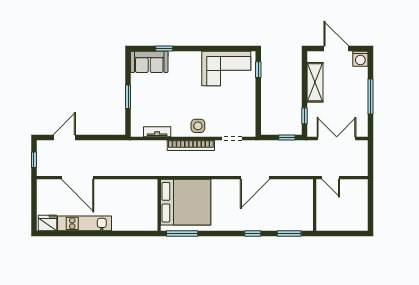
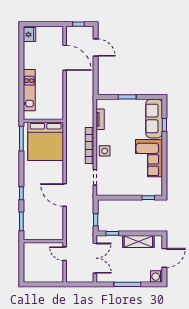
sofa: (149, 62) -> (154, 118), width x1.36
corner sofa: (226, 69) -> (149, 158), moved
door: (78, 178) -> (65, 58), swing flipped
door: (331, 178) -> (65, 254), hinge flipped
kitchen unit: (85, 223) -> (29, 90), moved

